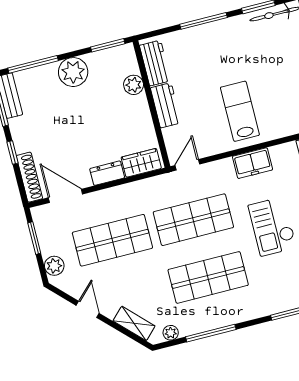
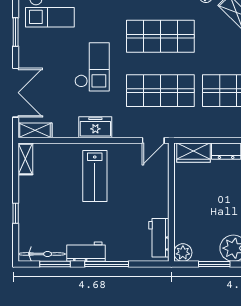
window: (108, 45) -> (214, 264), moved
plant: (134, 85) -> (183, 253), moved
workbench: (166, 105) -> (86, 252), moved, turned 90

